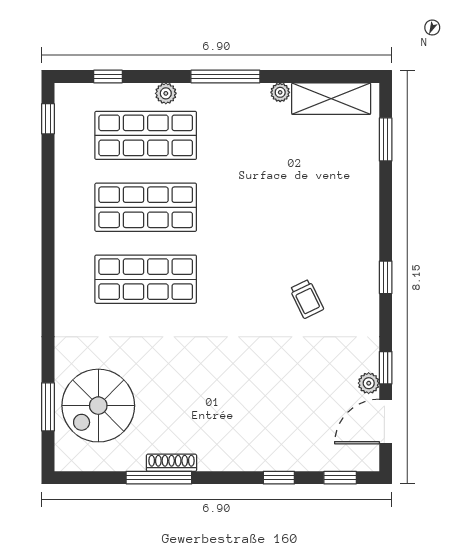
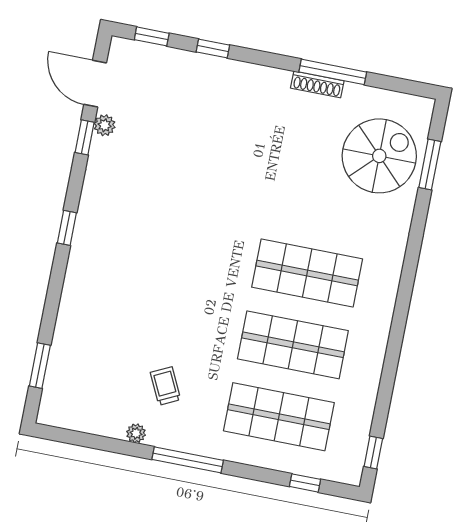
plant: (166, 93) -> (251, 455), removed
shelving: (331, 99) -> (86, 417), removed
trolley: (307, 299) -> (165, 386), moved
door: (386, 422) -> (95, 84), swing flipped

